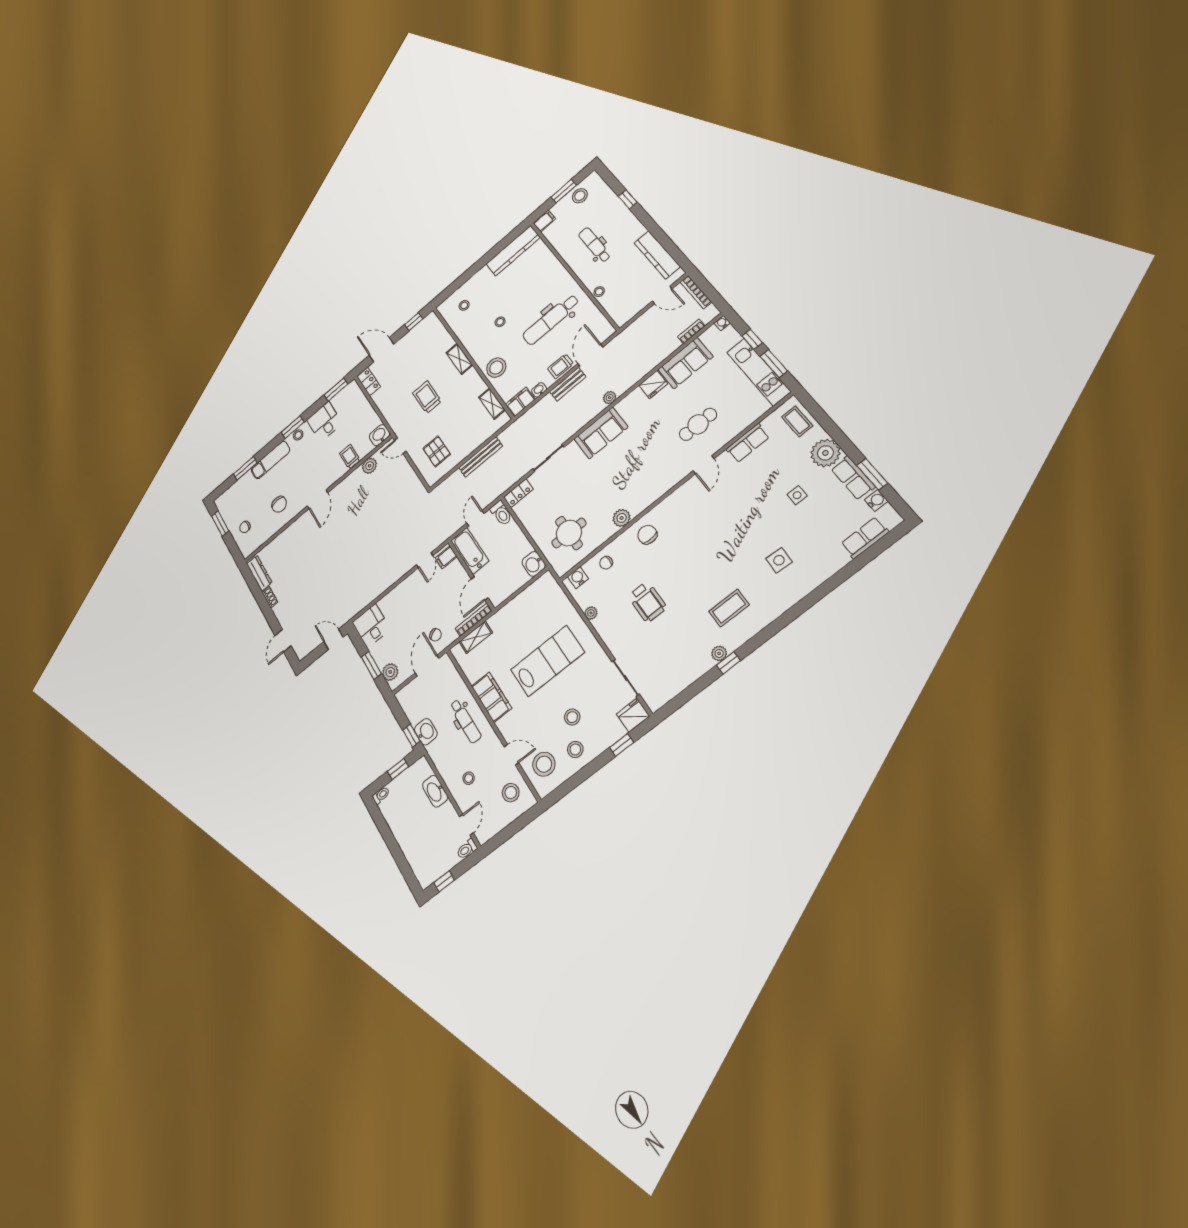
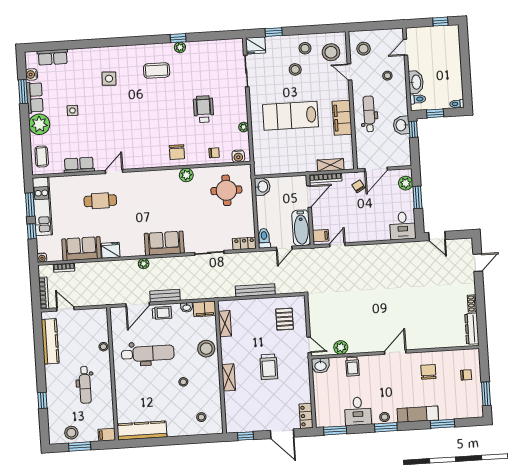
toilet: (467, 849) -> (418, 99), moved

